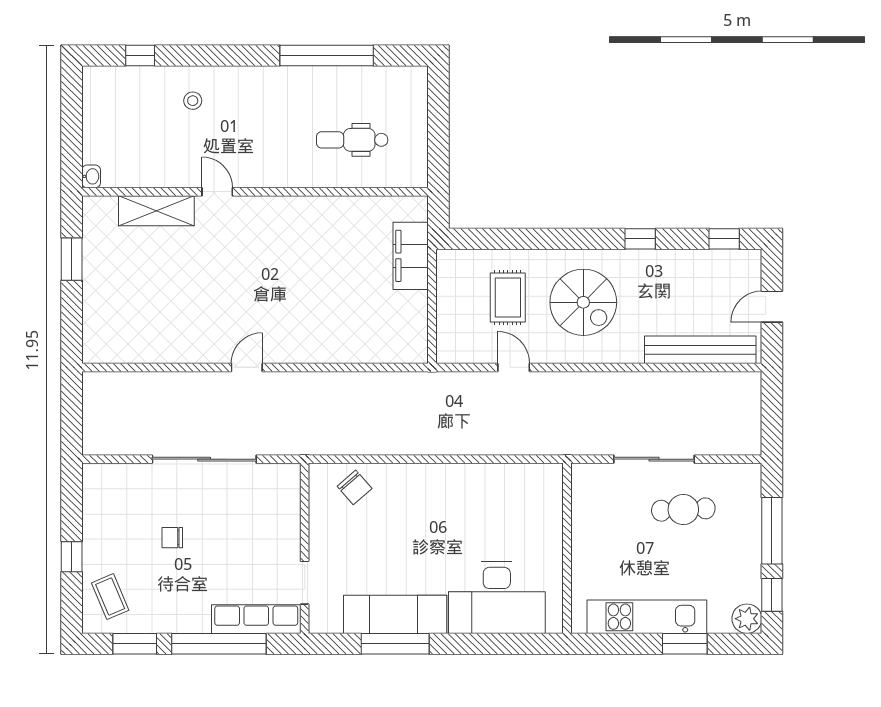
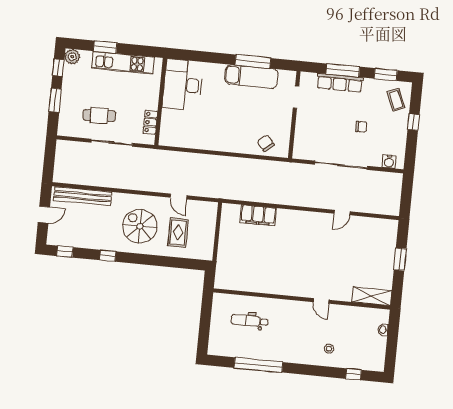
dental chair: (352, 140) -> (250, 321), turned 180
washbasin: (91, 176) -> (383, 330), moved
shelving: (156, 211) -> (372, 296), moved
filing cabinet: (411, 256) -> (258, 215), moved, turned 90
window: (72, 259) -> (400, 259), moved
door: (247, 367) -> (342, 213), moved
water cooler: (112, 476) -> (389, 161), added
locker: (583, 506) -> (150, 122), added
window: (772, 531) -> (55, 100), width x0.69
desk: (497, 597) -> (183, 85), moved, turned -90
row of seats: (256, 619) -> (340, 83), moved
window: (219, 644) -> (343, 70), width x0.68

